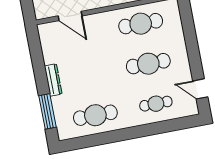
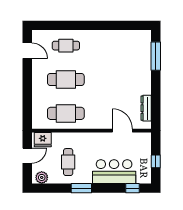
dresser: (53, 80) -> (146, 108), moved
cafe table: (95, 115) -> (117, 46), removed

